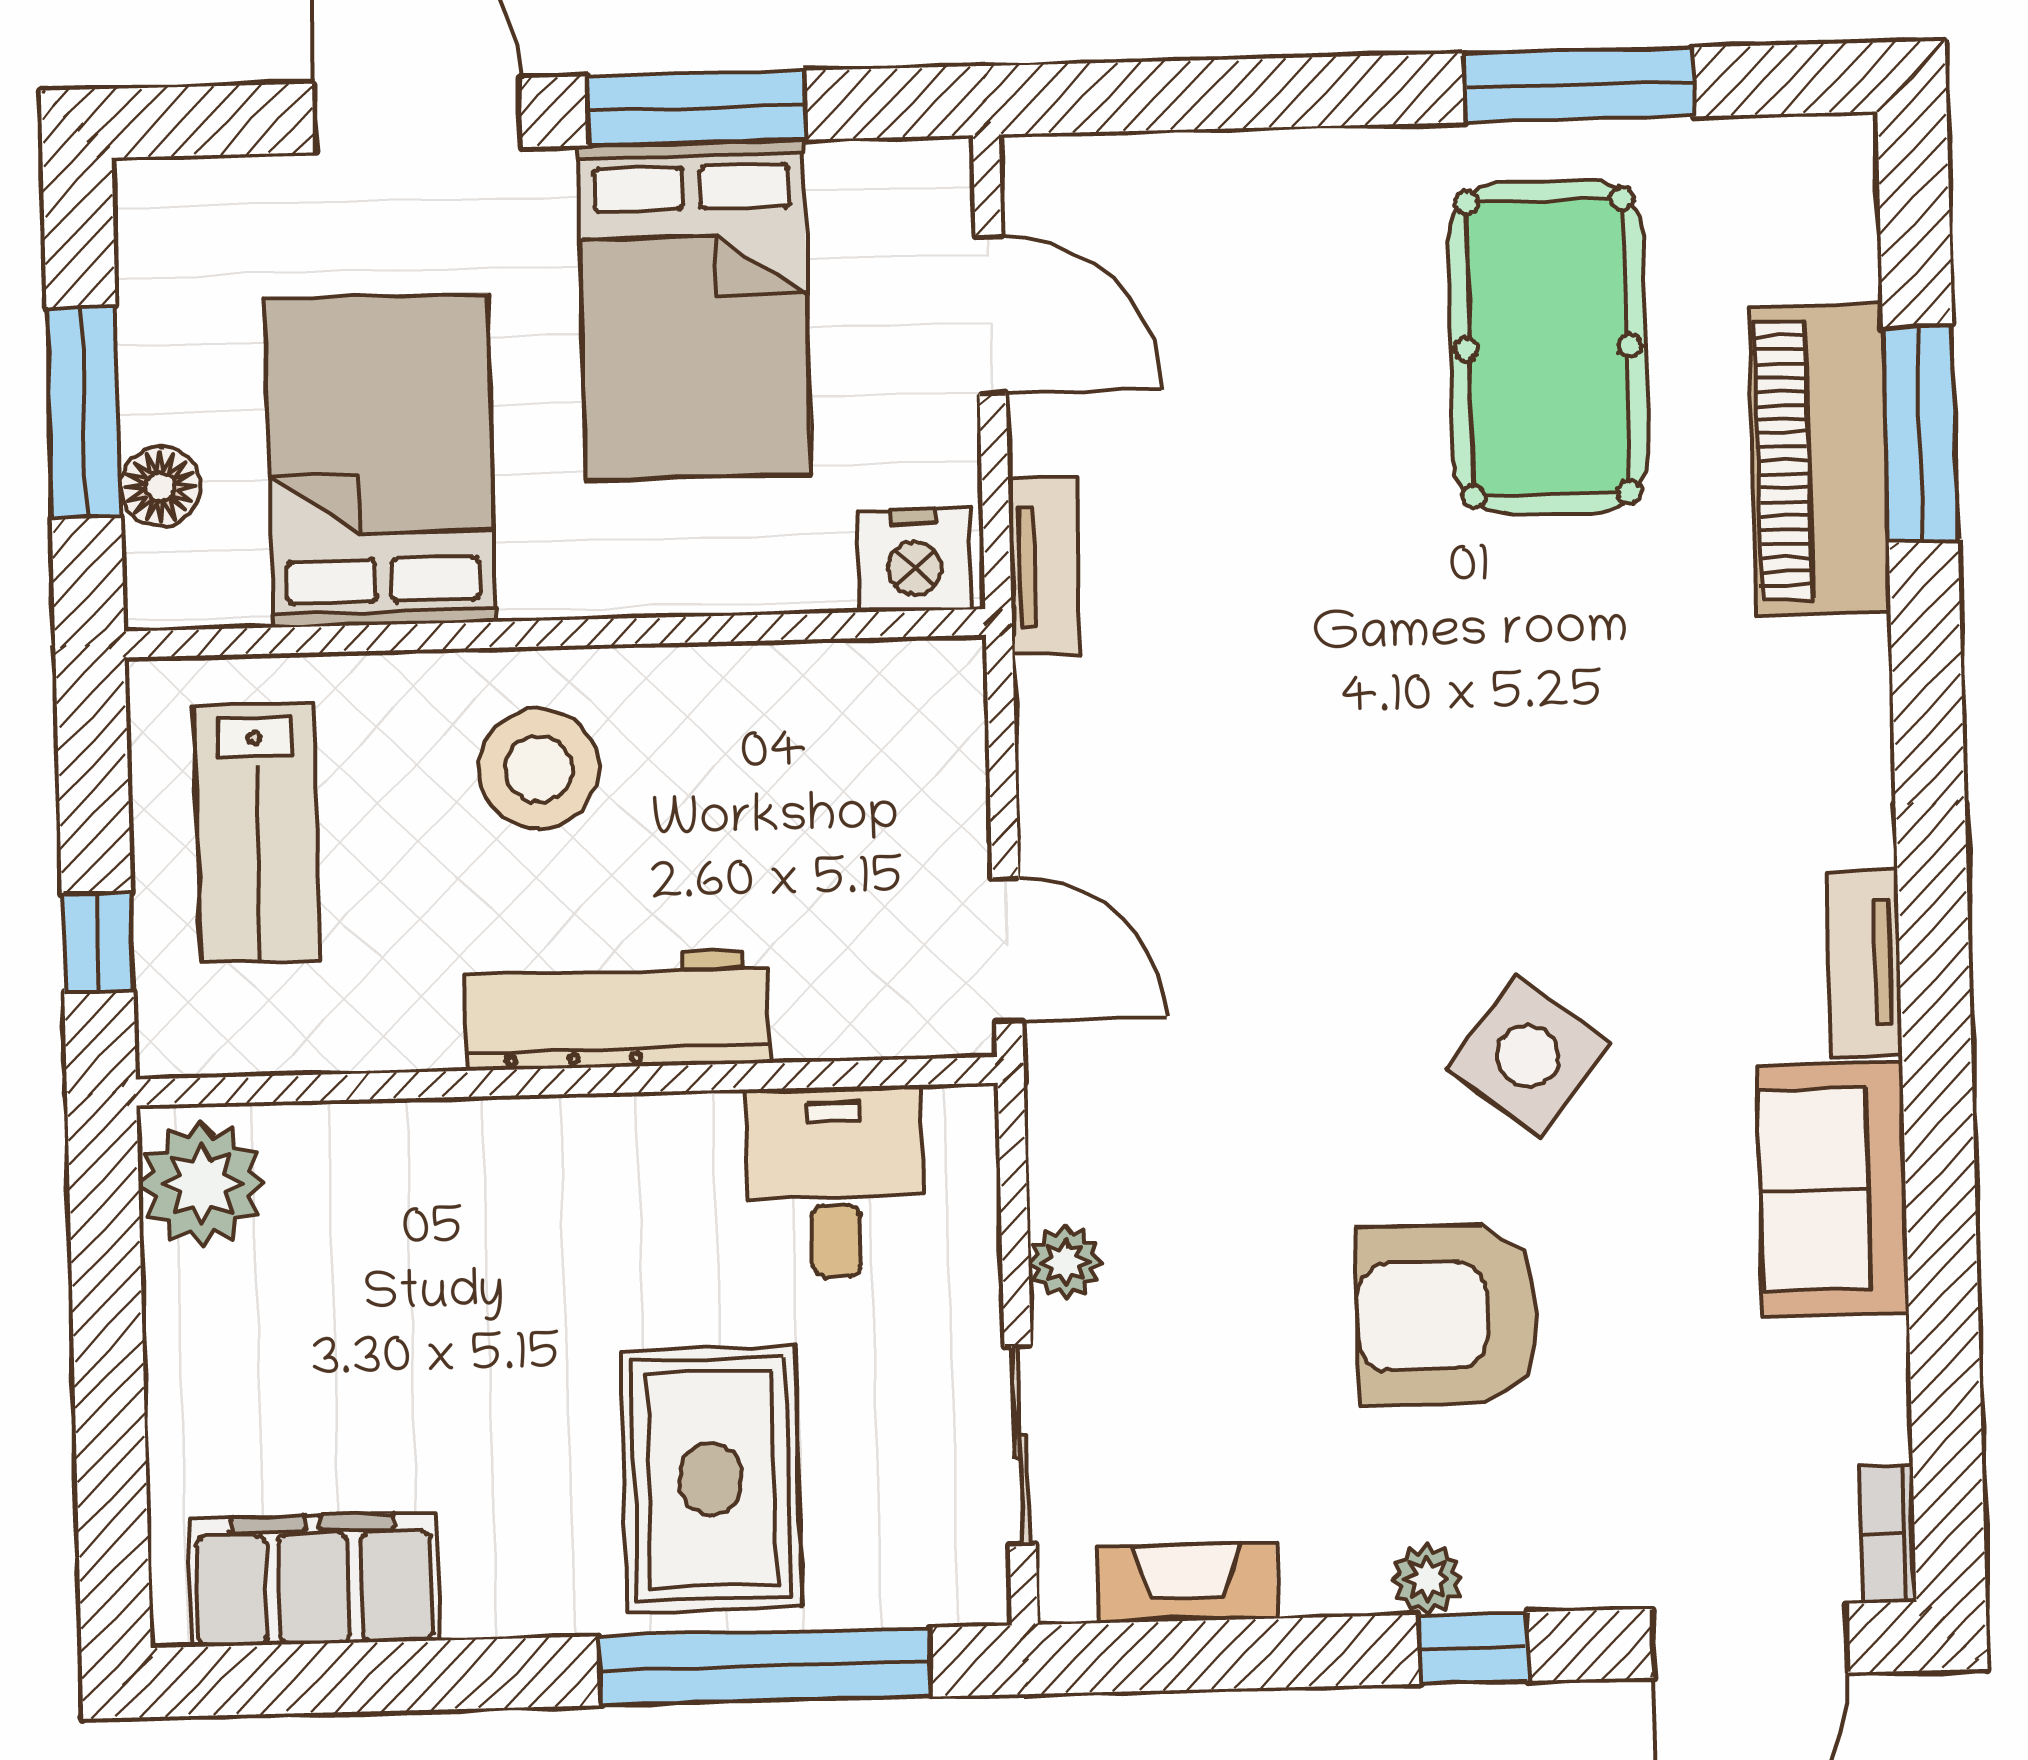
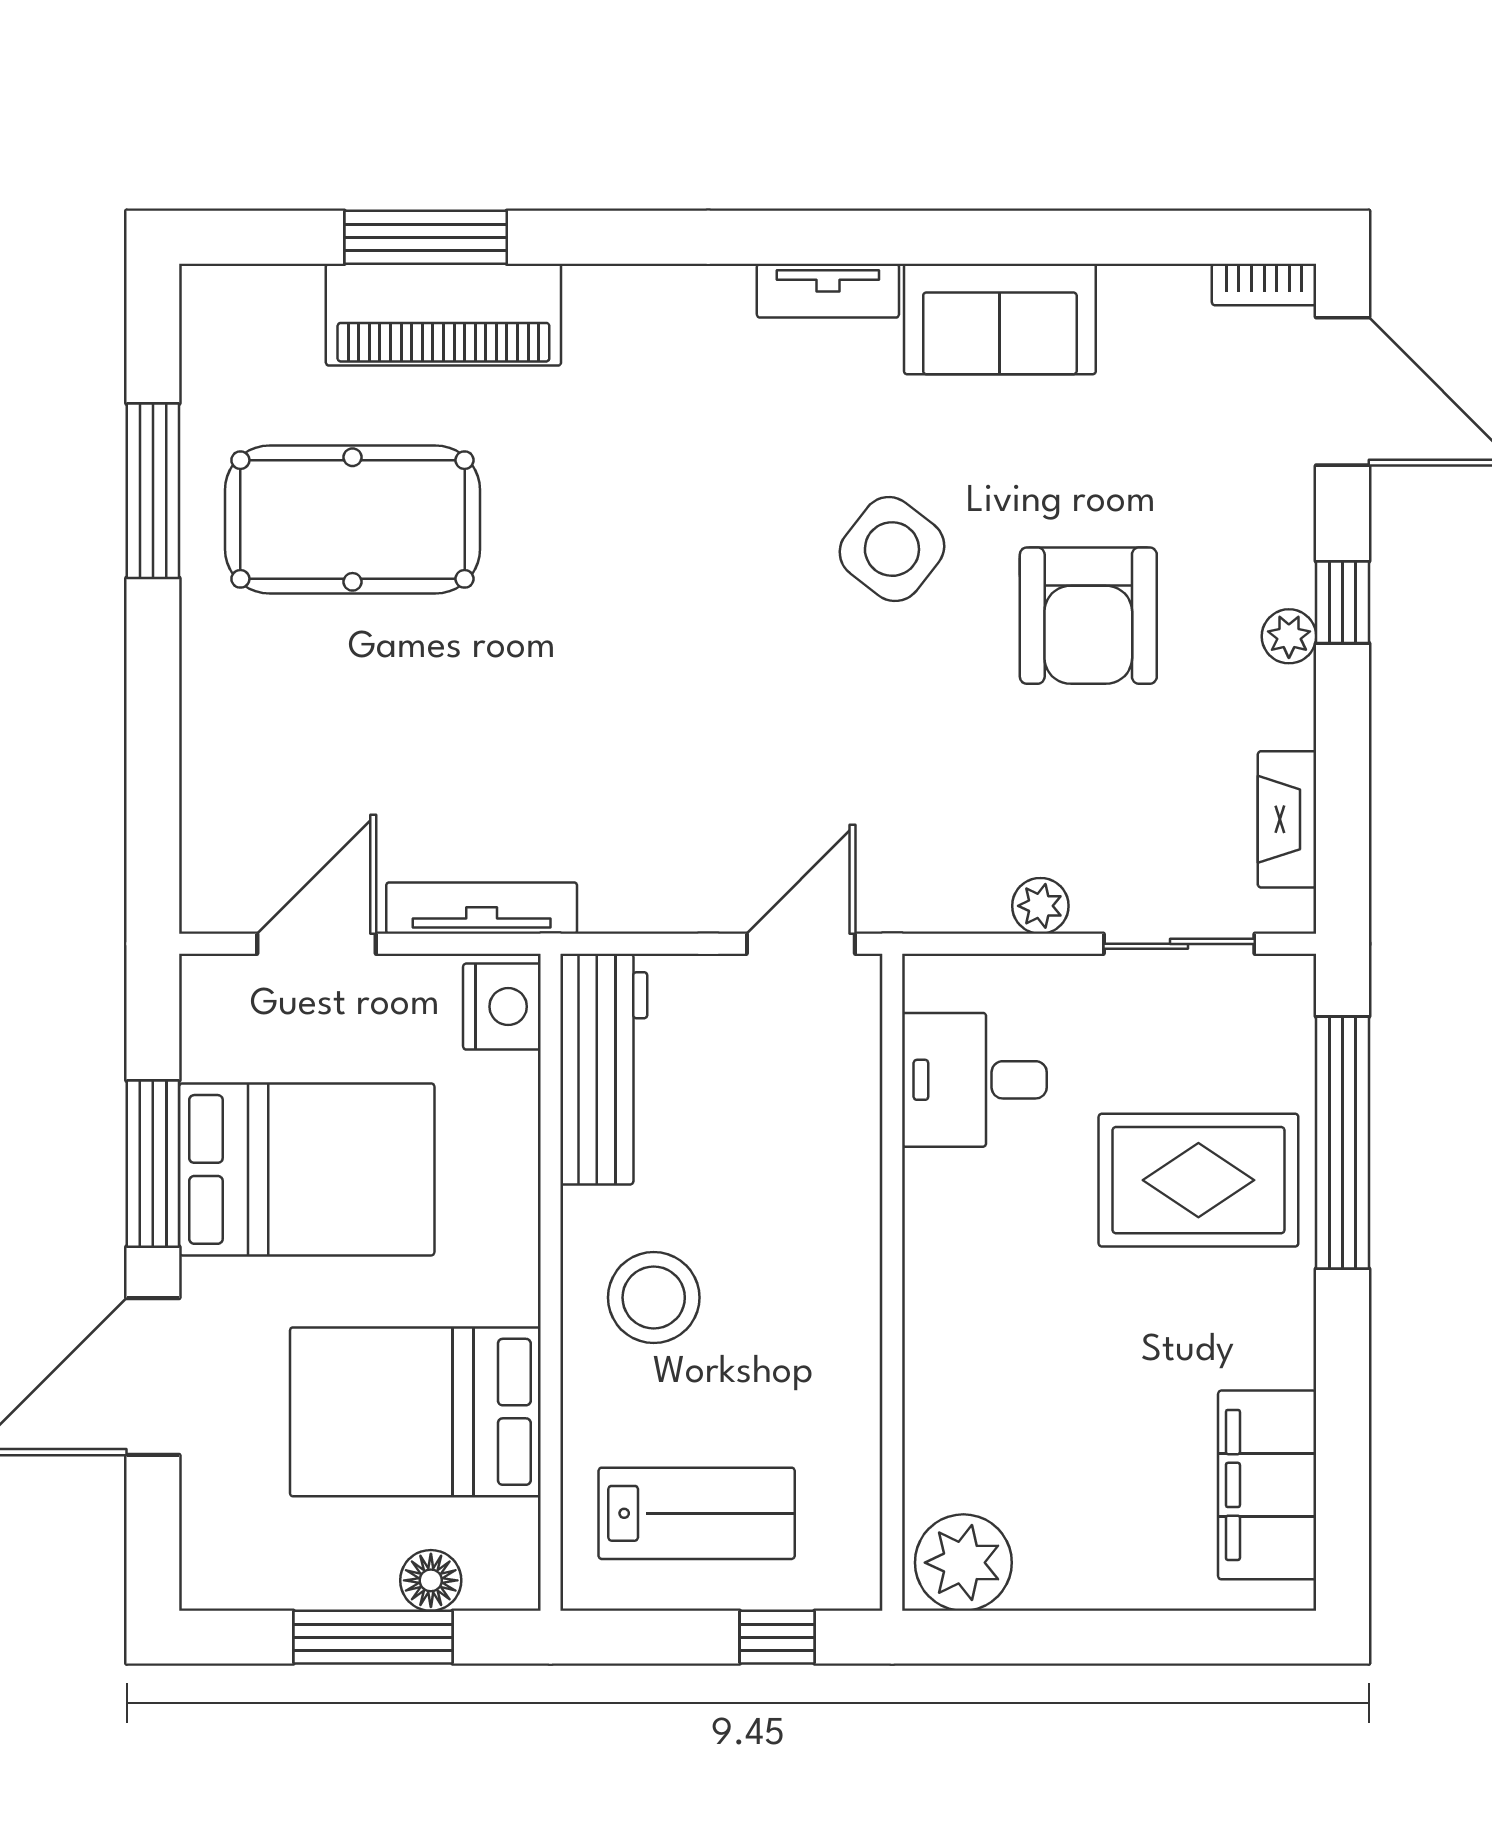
tv unit: (1044, 566) -> (482, 908), width x1.41
workbench: (618, 1010) -> (604, 1069), moved, turned 180

